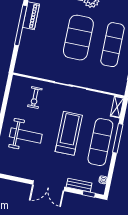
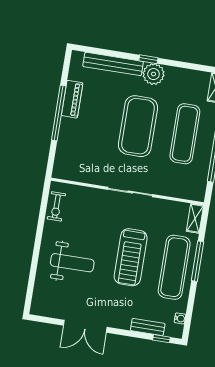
exercise bike: (35, 98) -> (56, 206), moved
treadmill: (69, 133) -> (131, 257), turned 180
double door: (49, 186) -> (85, 326), moved

